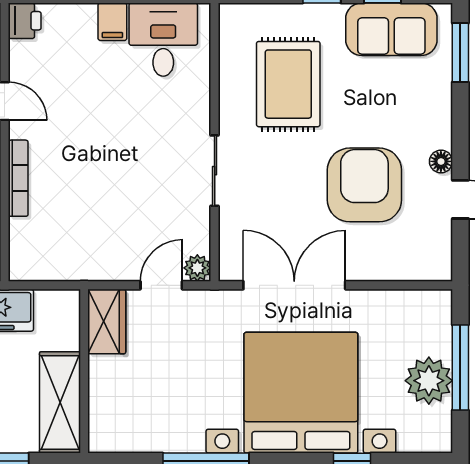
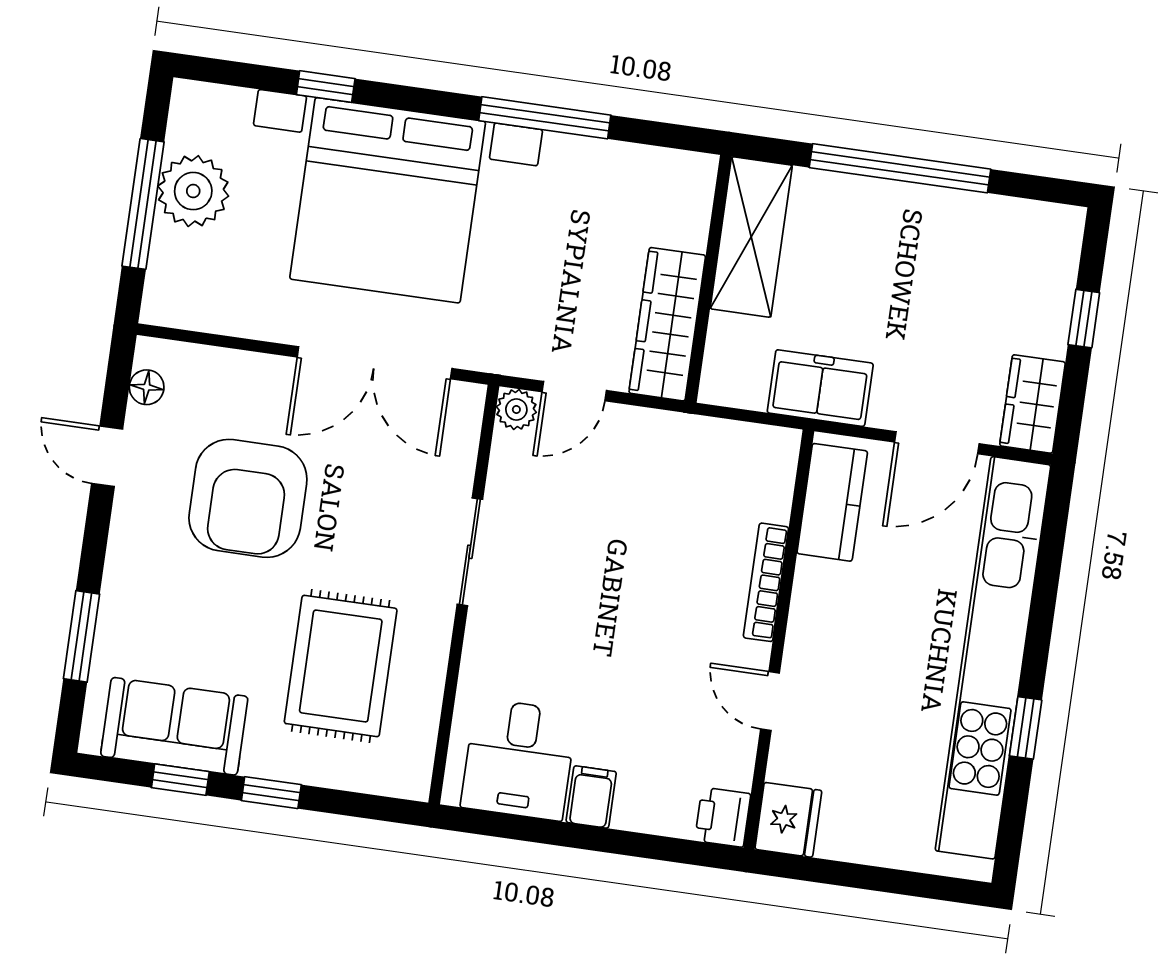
window: (460, 53) -> (81, 636), moved
floor lamp: (441, 161) -> (147, 387), moved
wardrobe: (107, 322) -> (667, 324), width x1.50

